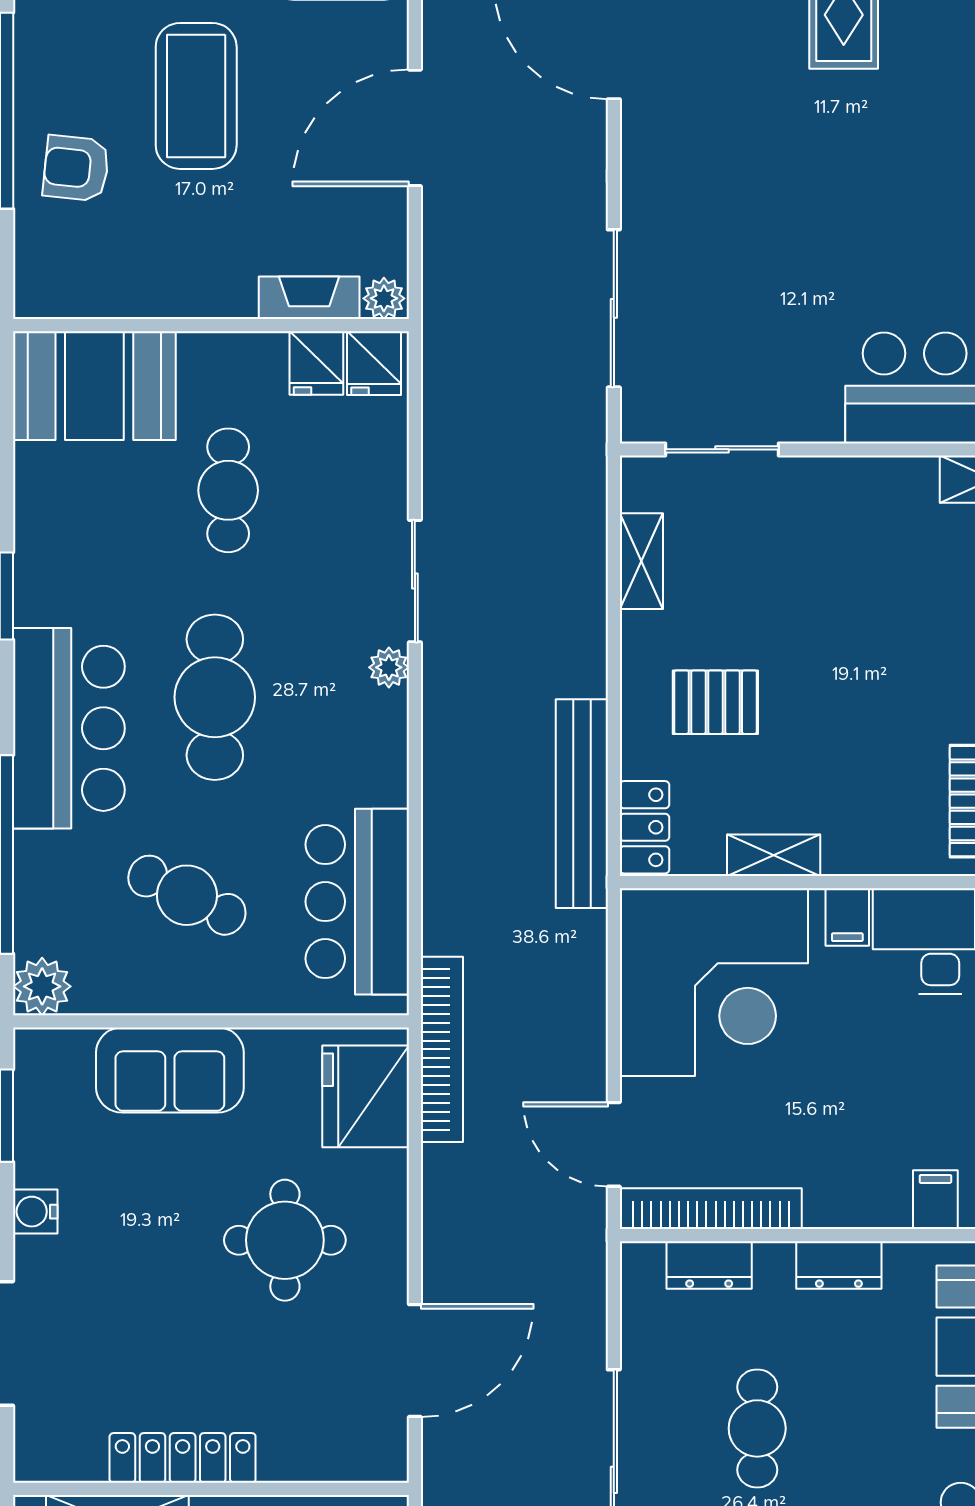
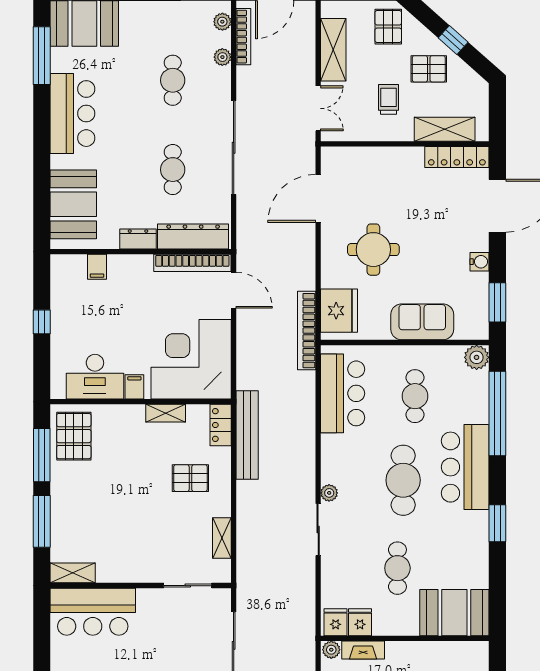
cafe table: (187, 895) -> (415, 396), turned 64
dresser: (709, 1265) -> (193, 237), width x1.96, depth x1.24
locker: (183, 1458) -> (457, 157), moved

